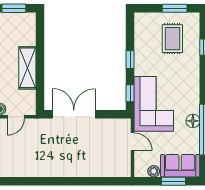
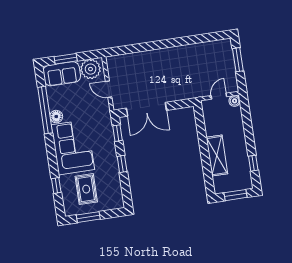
shelving: (27, 68) -> (217, 156), moved
corner sofa: (154, 104) -> (73, 147), moved, turned 180
double door: (74, 114) -> (146, 109), moved
plant: (154, 171) -> (91, 69), width x1.87, depth x1.87

